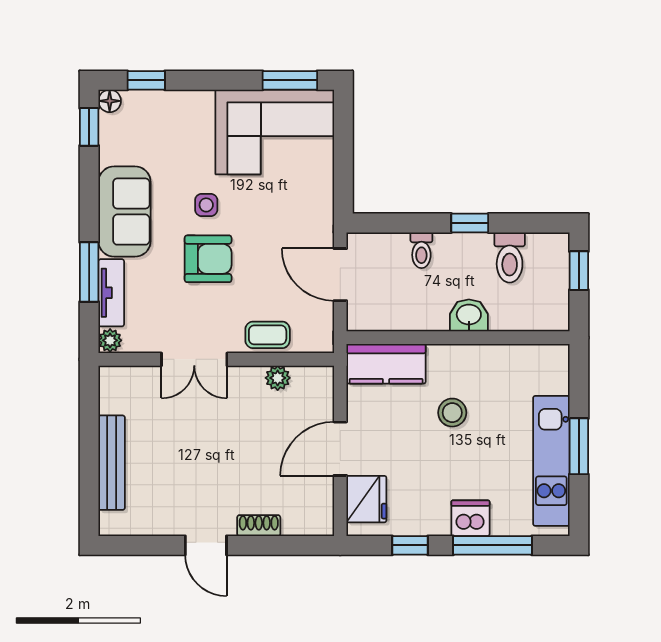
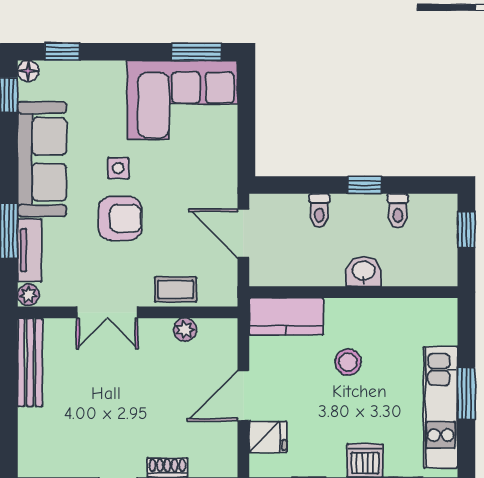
sofa: (125, 212) -> (42, 159), width x1.36
toilet: (510, 257) -> (398, 211), width x0.73, depth x0.72
bench: (112, 463) -> (30, 362), moved
fridge: (366, 499) -> (268, 437), width x0.72

